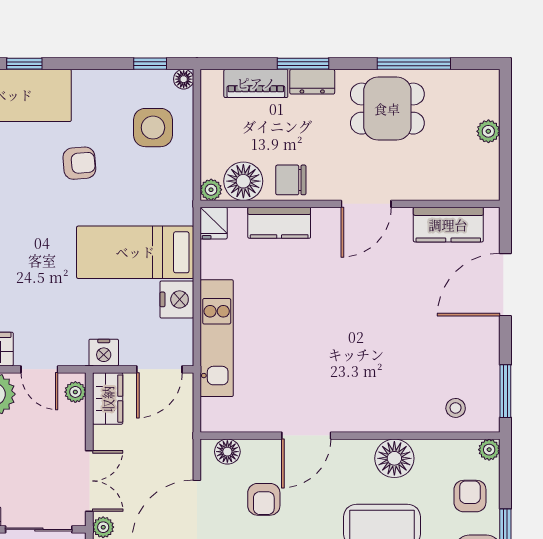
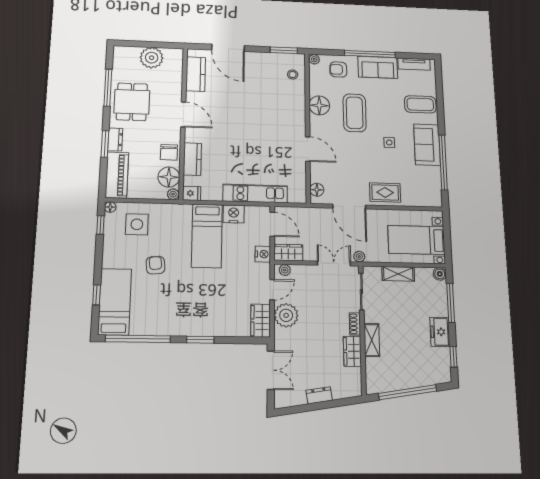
piano: (256, 83) -> (117, 175), width x1.37, depth x1.33
plant: (488, 131) -> (152, 58), width x1.87, depth x1.87
armchair: (264, 499) -> (342, 172), removed

